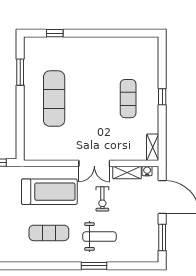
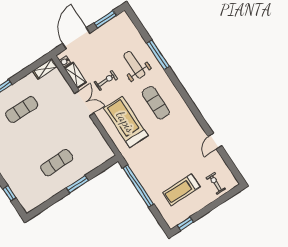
window: (20, 72) -> (77, 184), moved
exercise mat: (54, 99) -> (57, 163), width x0.73, depth x0.69
window: (94, 266) -> (158, 55), width x1.44

